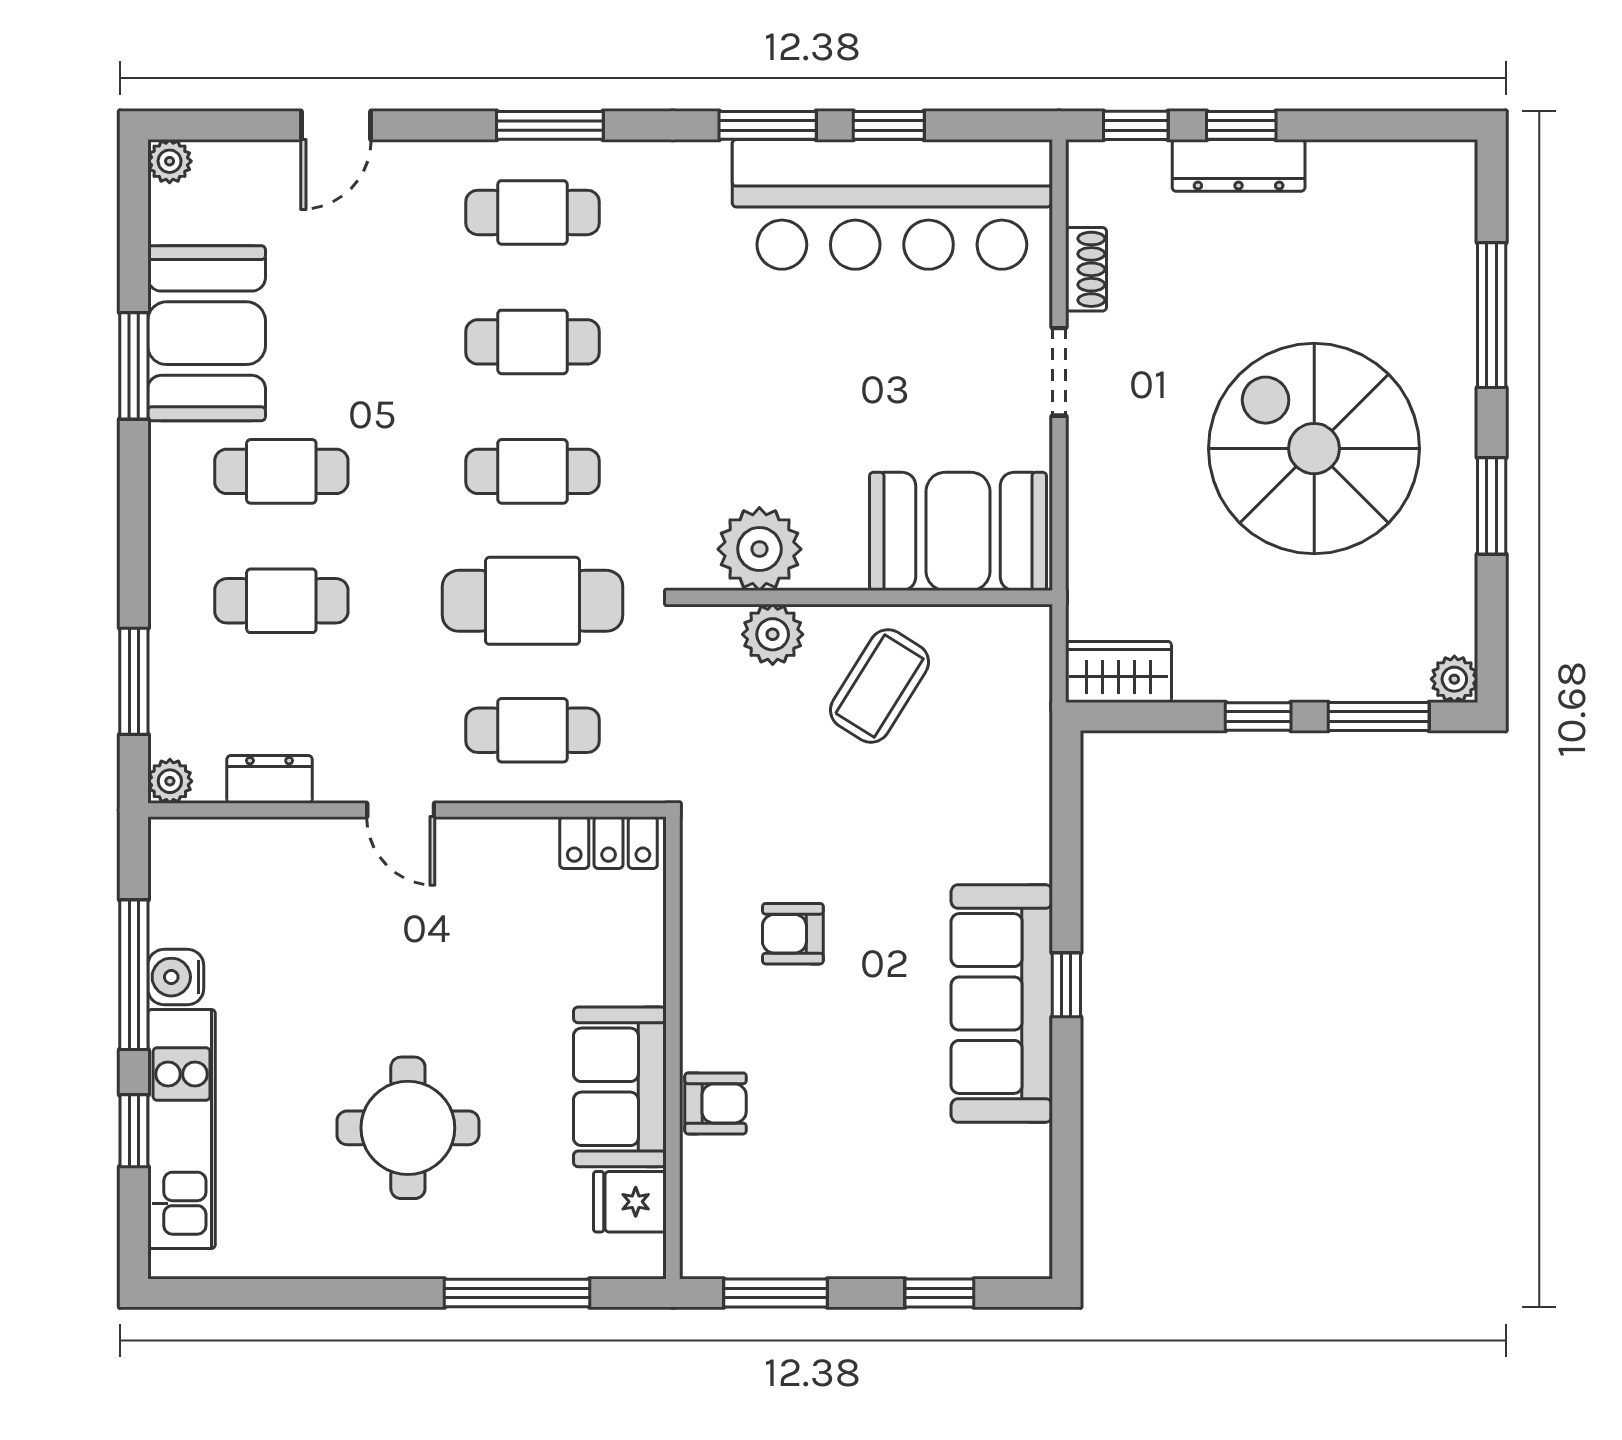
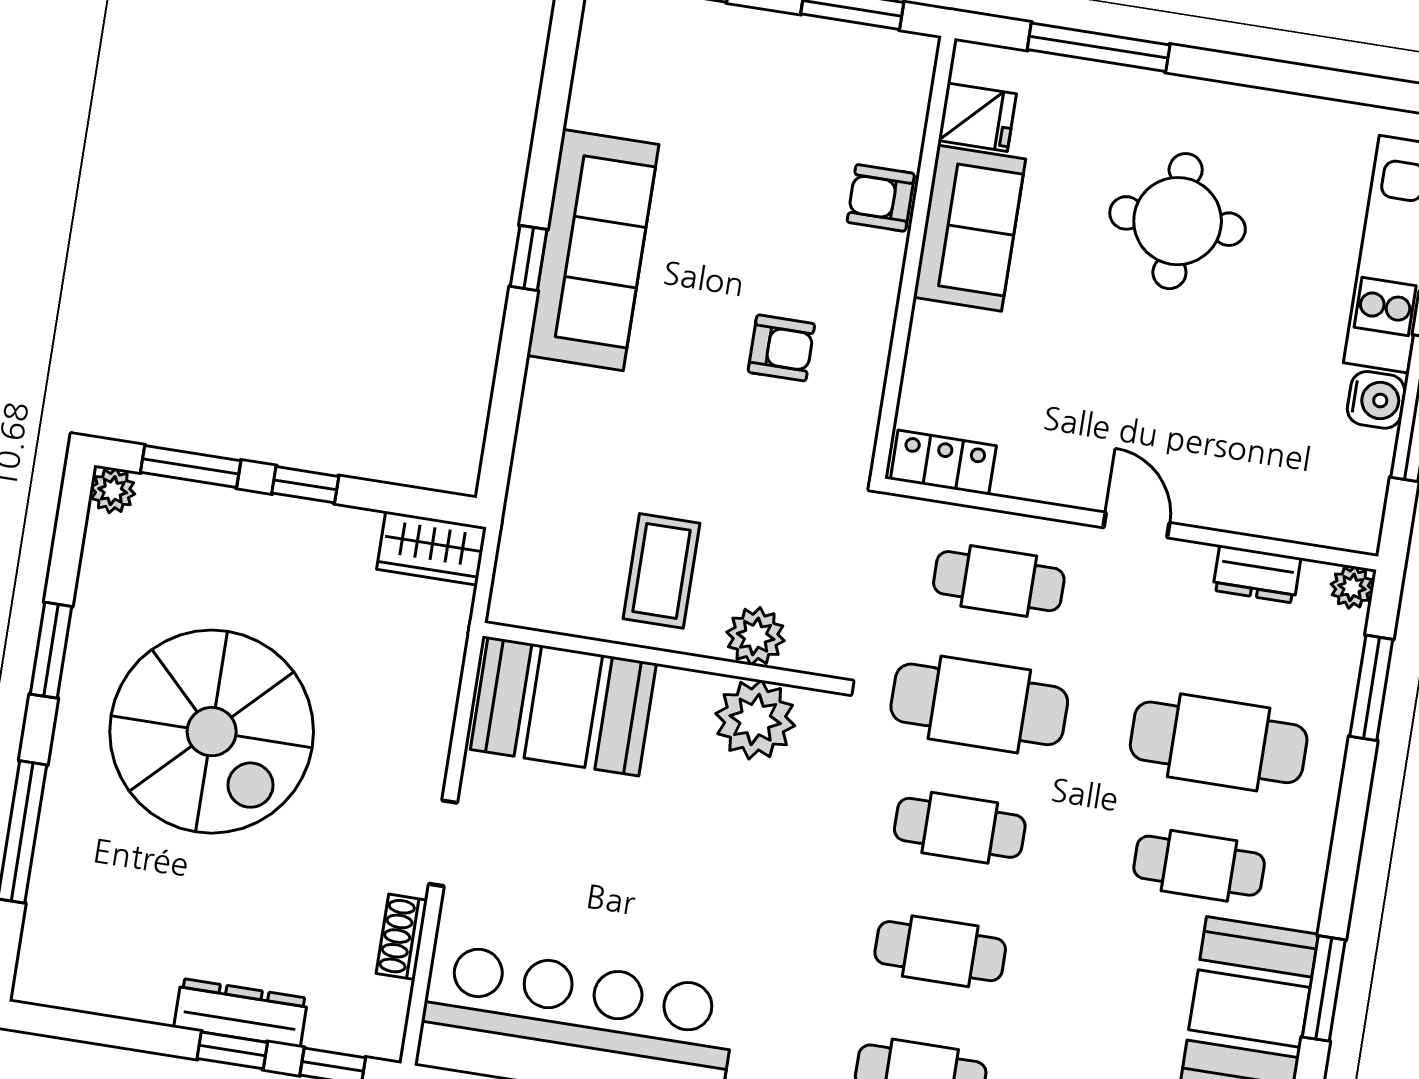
cafe table: (281, 601) -> (1219, 742), width x1.37, depth x1.35
coffee table: (879, 686) -> (661, 571), turned -32

